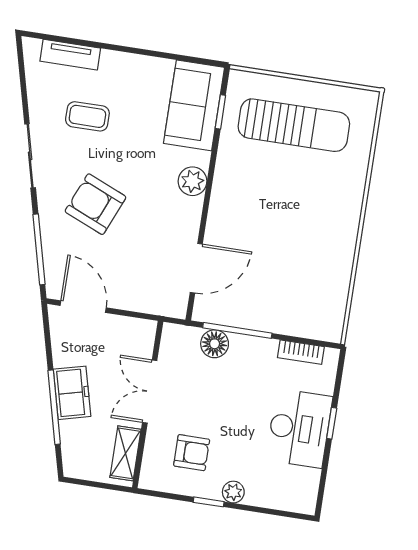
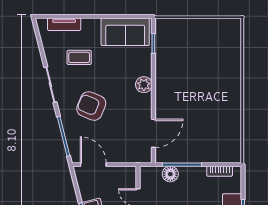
sofa: (194, 105) -> (125, 32), moved, turned -90
sun lounger: (294, 125) -> (196, 44), removed

